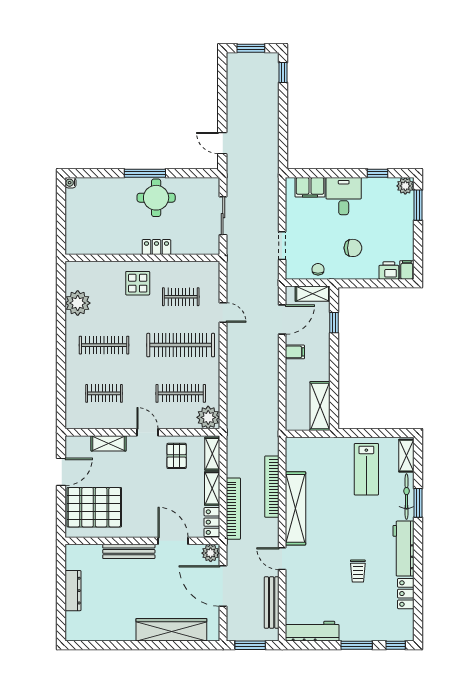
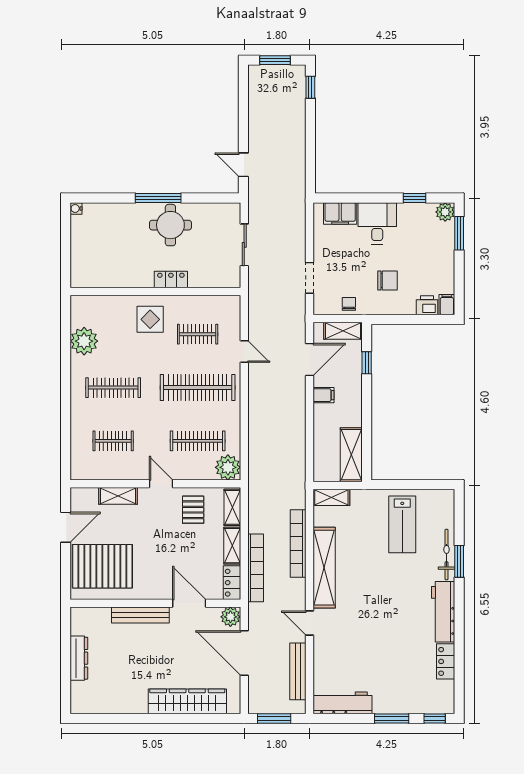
shelving: (406, 456) -> (331, 497), moved, turned 90
trolley: (358, 571) -> (393, 637), removed

